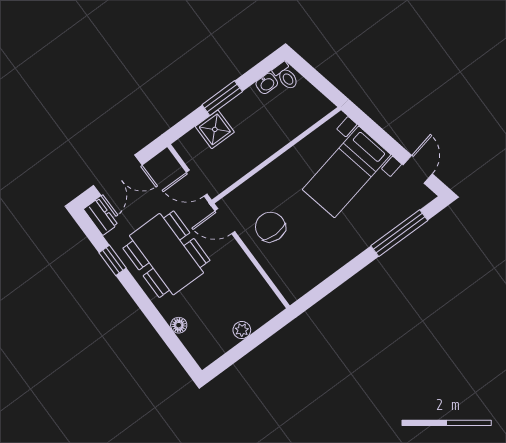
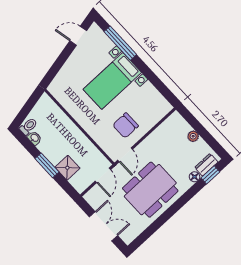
bed with nightstands: (347, 172) -> (112, 81), moved, turned 102
dresser: (100, 217) -> (206, 165), moved
window: (113, 260) -> (210, 175), moved

